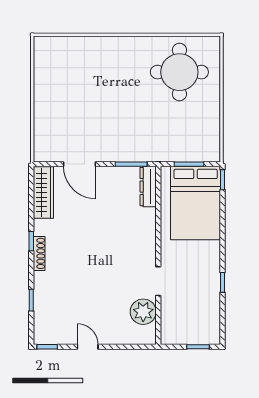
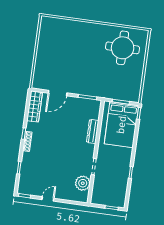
door: (80, 164) -> (58, 93), hinge flipped
dresser: (148, 187) -> (93, 131), moved
door: (88, 347) -> (48, 199), hinge flipped

